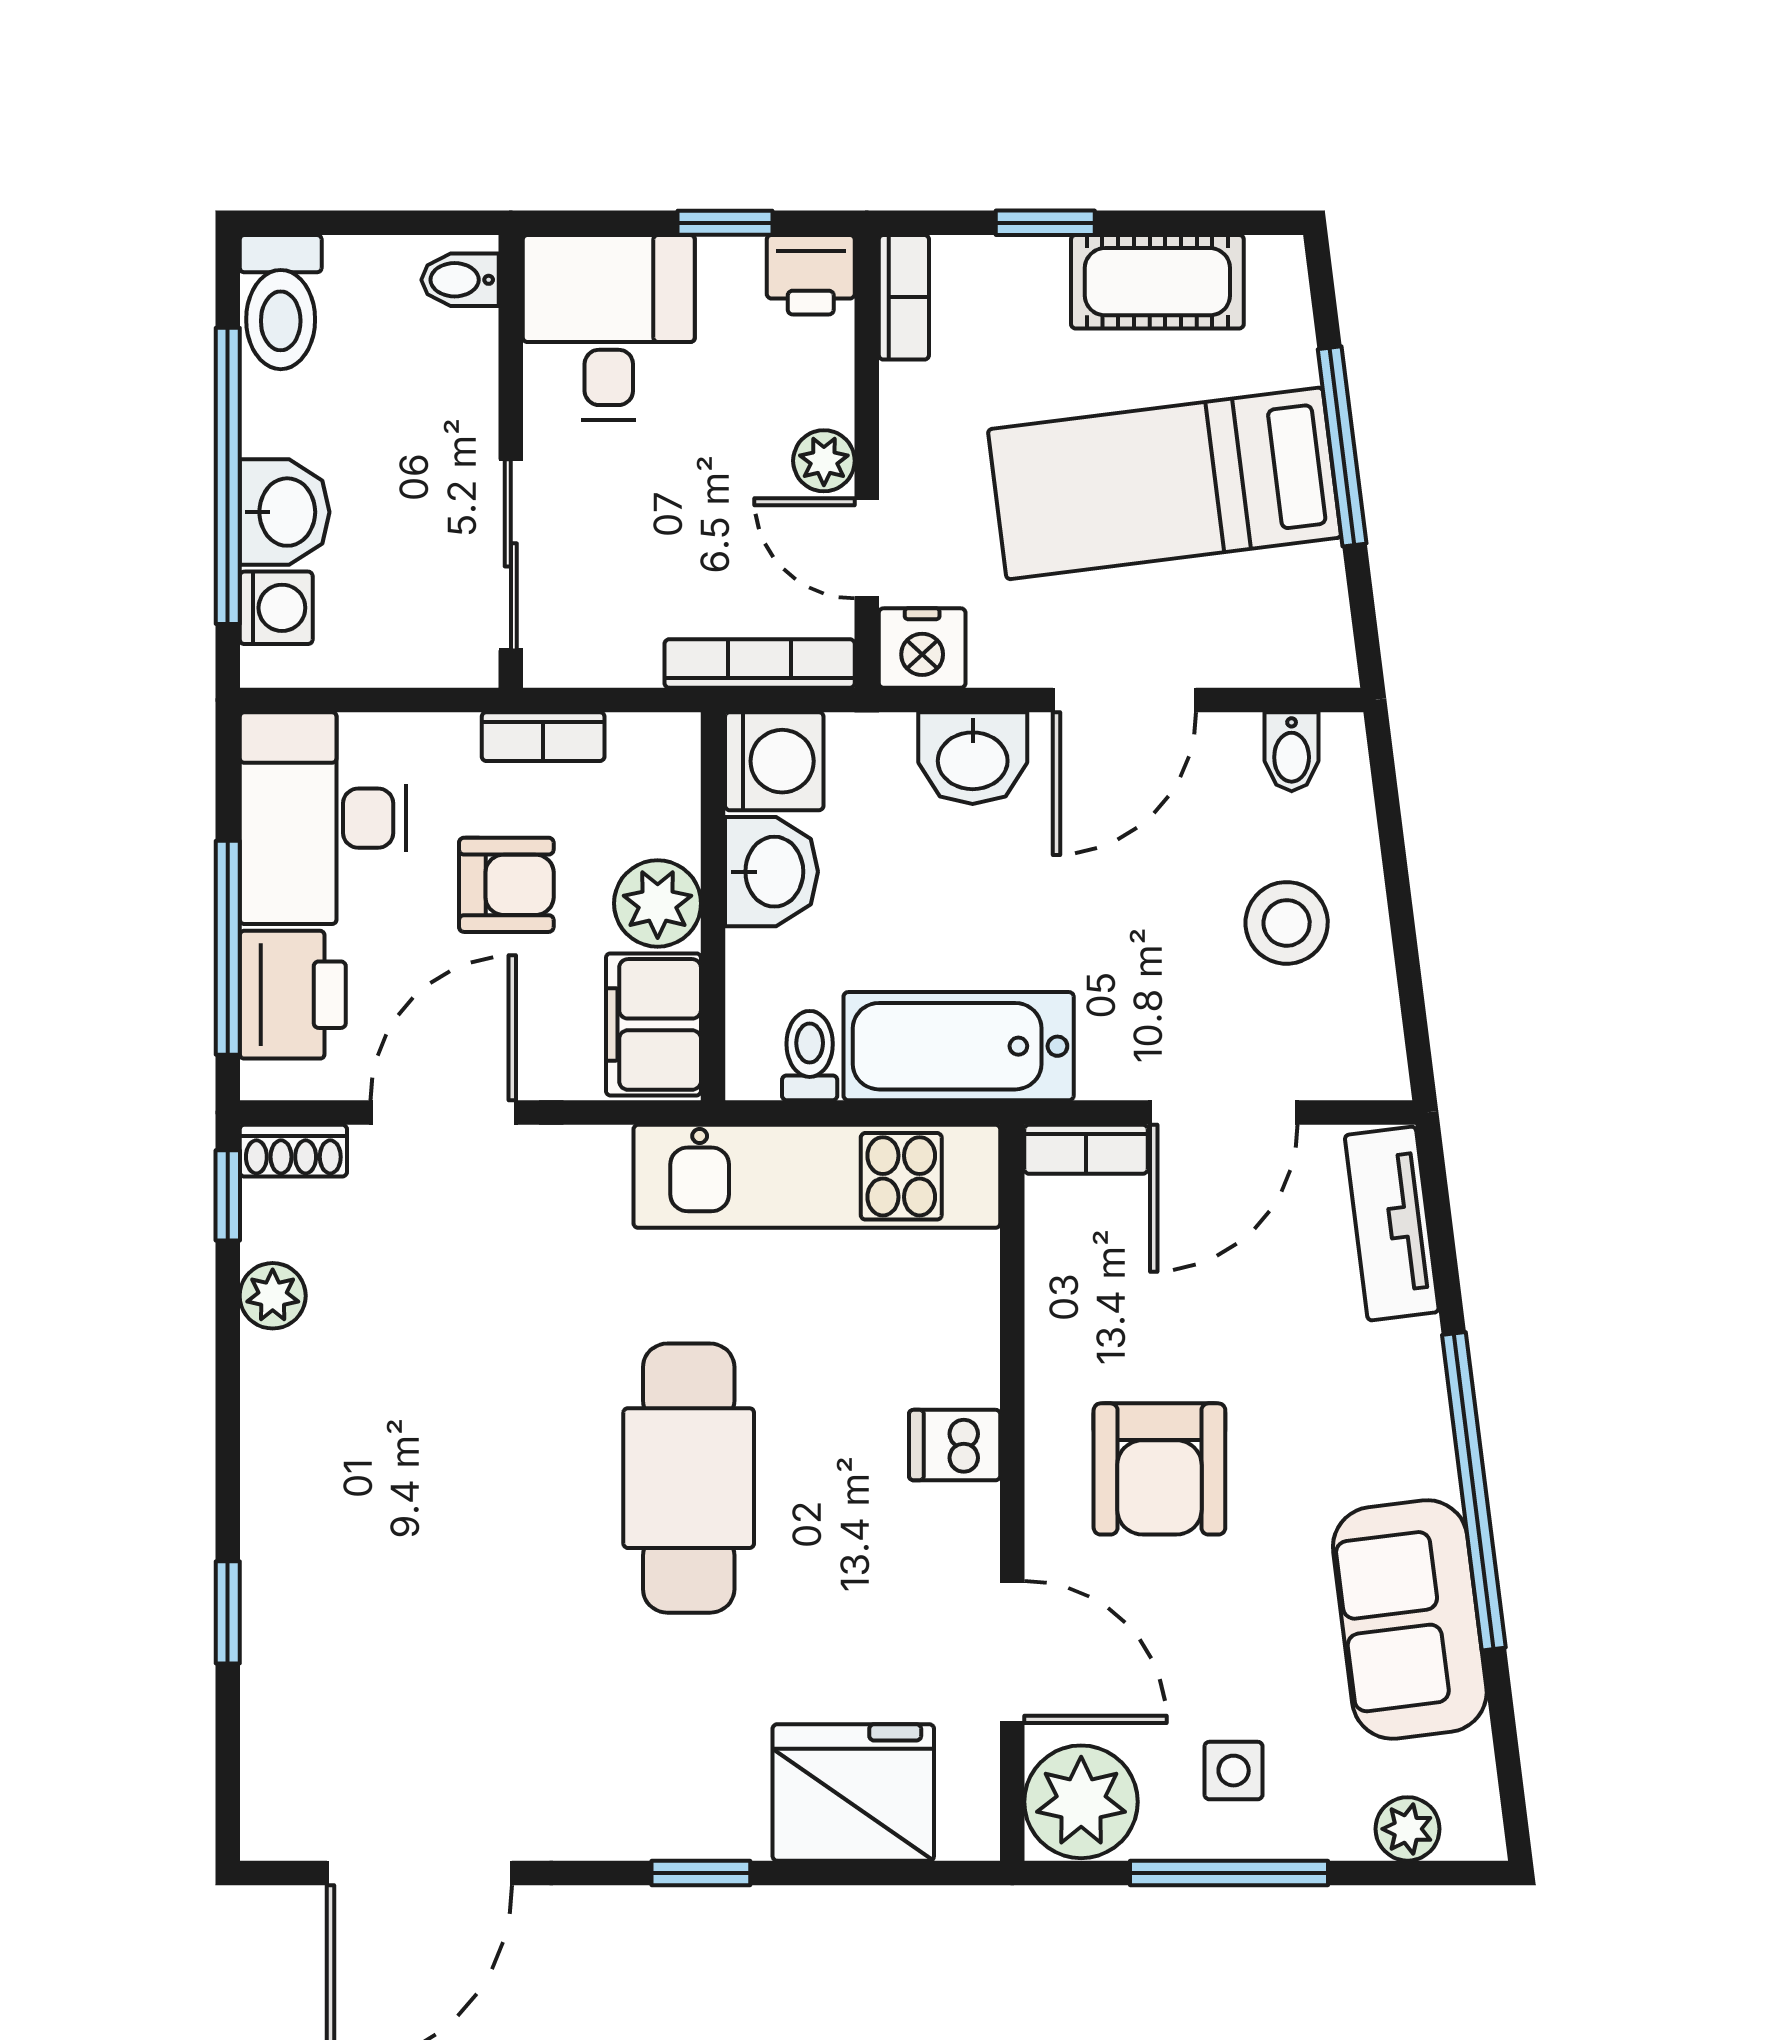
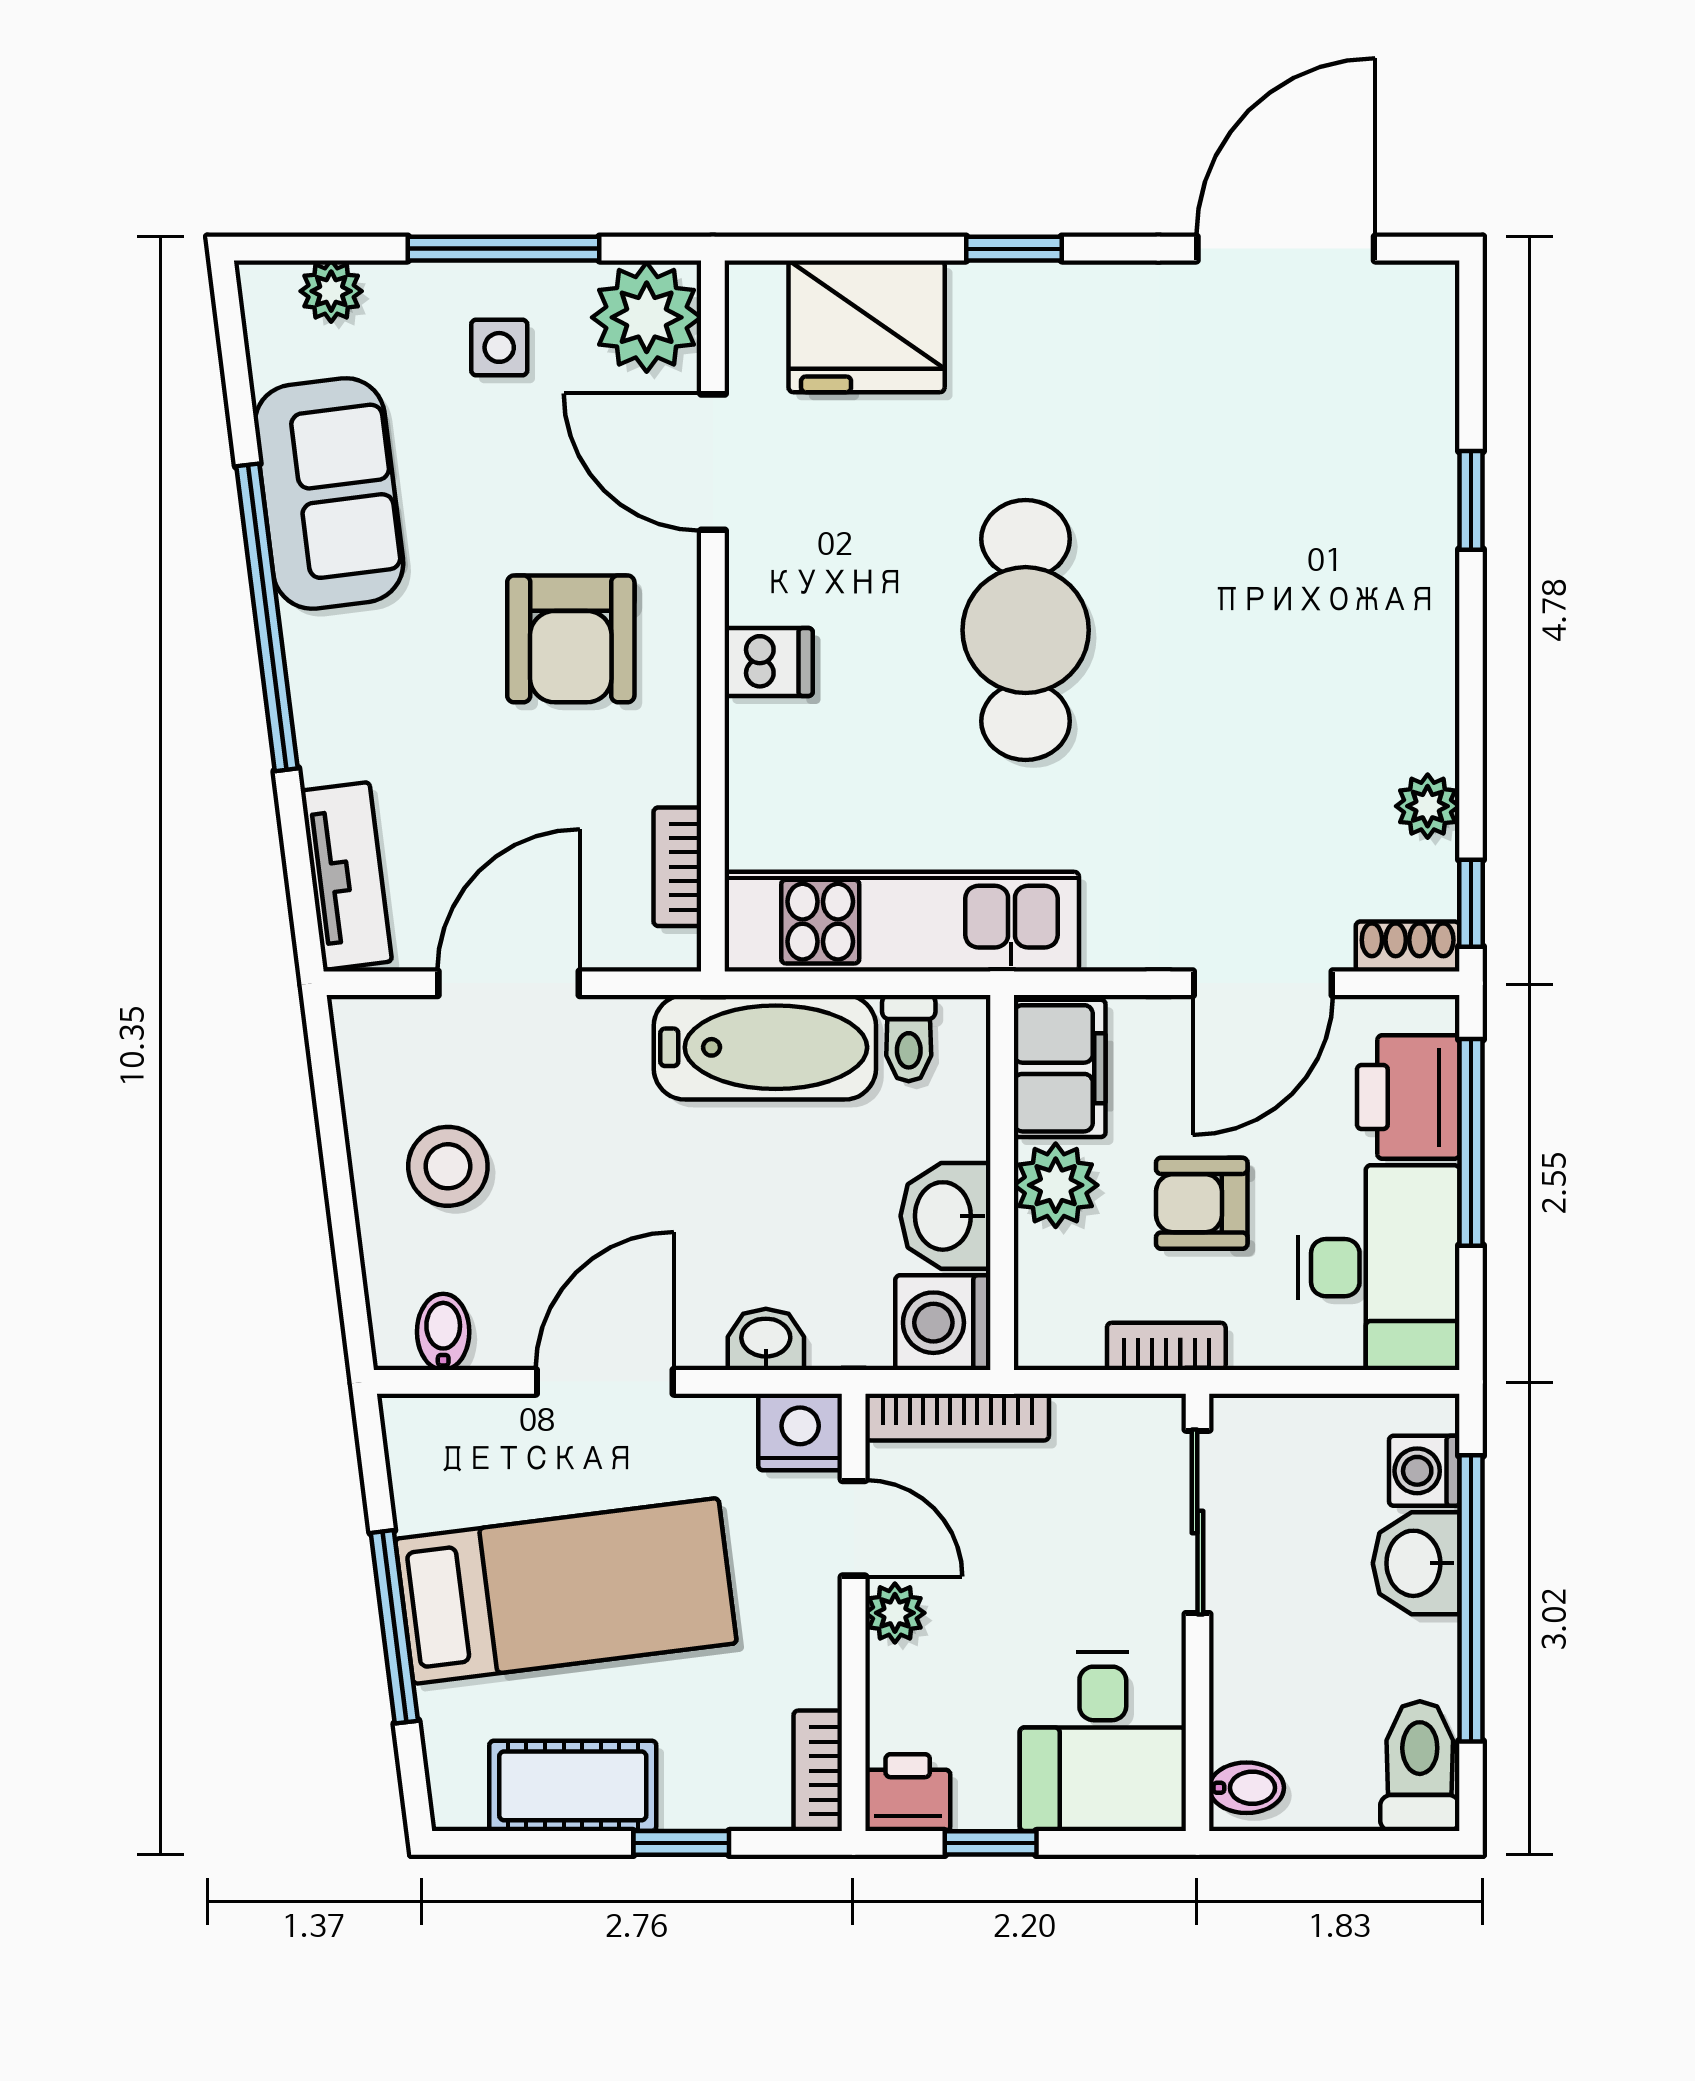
washbasin: (973, 758) -> (766, 1339), width x0.72, depth x0.69
bookcase: (1086, 1149) -> (677, 867), moved, turned -90
armchair: (1159, 1469) -> (571, 639), turned 180

